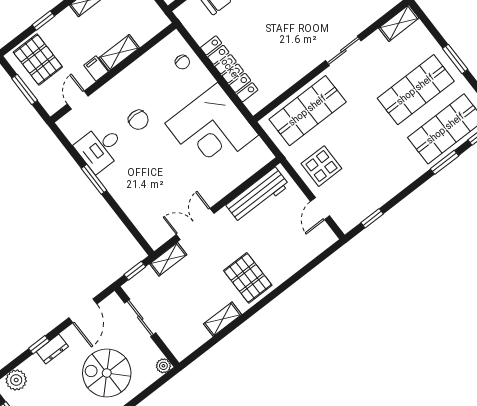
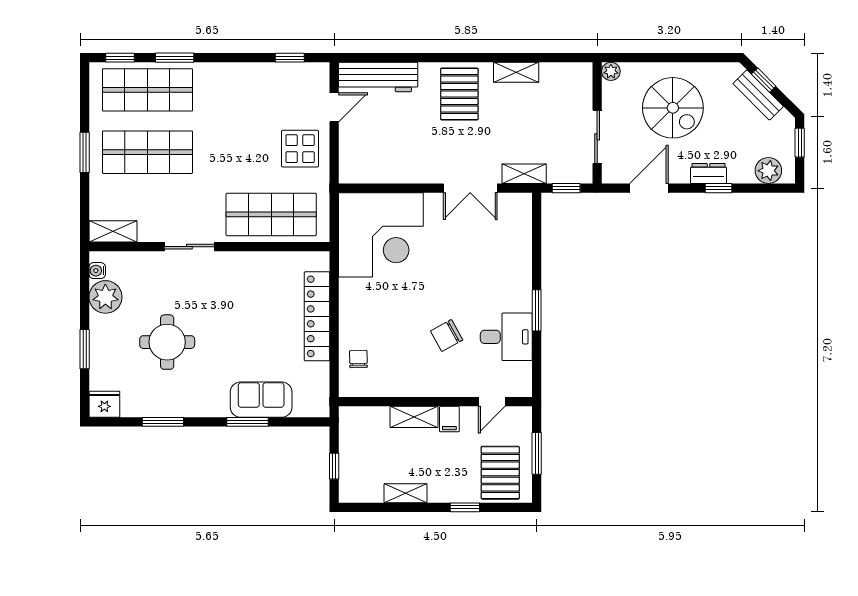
chair: (138, 120) -> (447, 335), turned -119
corner desk: (212, 129) -> (381, 235), moved, turned 90
workbench: (258, 195) -> (378, 77), moved, turned 180

